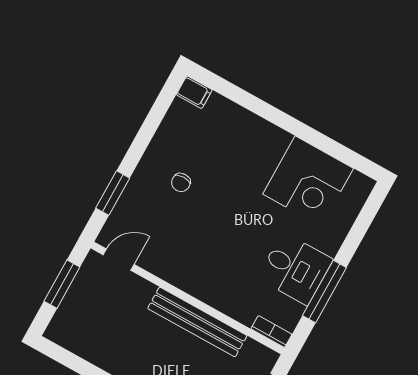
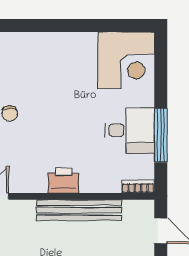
corner desk: (308, 181) -> (126, 60), moved
printer: (198, 283) -> (63, 181), added

